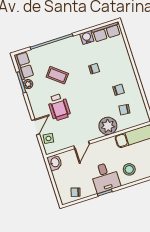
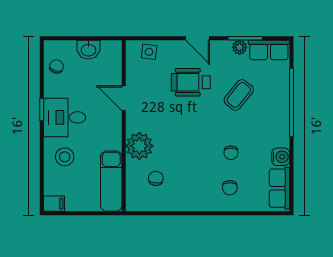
chair: (119, 90) -> (230, 188), moved
door: (36, 127) -> (198, 38), moved
washbasin: (55, 162) -> (88, 50), moved

